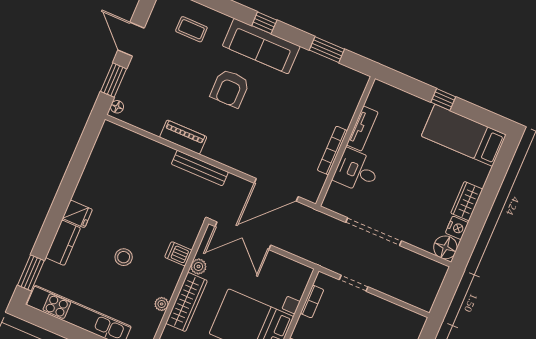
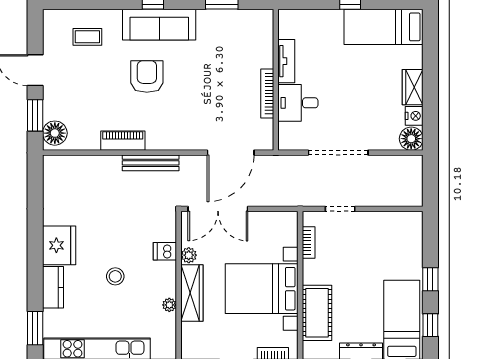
armchair: (230, 88) -> (147, 76), turned 180
floor lamp: (117, 107) -> (55, 133), width x1.89, depth x1.89
fridge: (77, 214) -> (59, 245), width x1.88, depth x1.34

